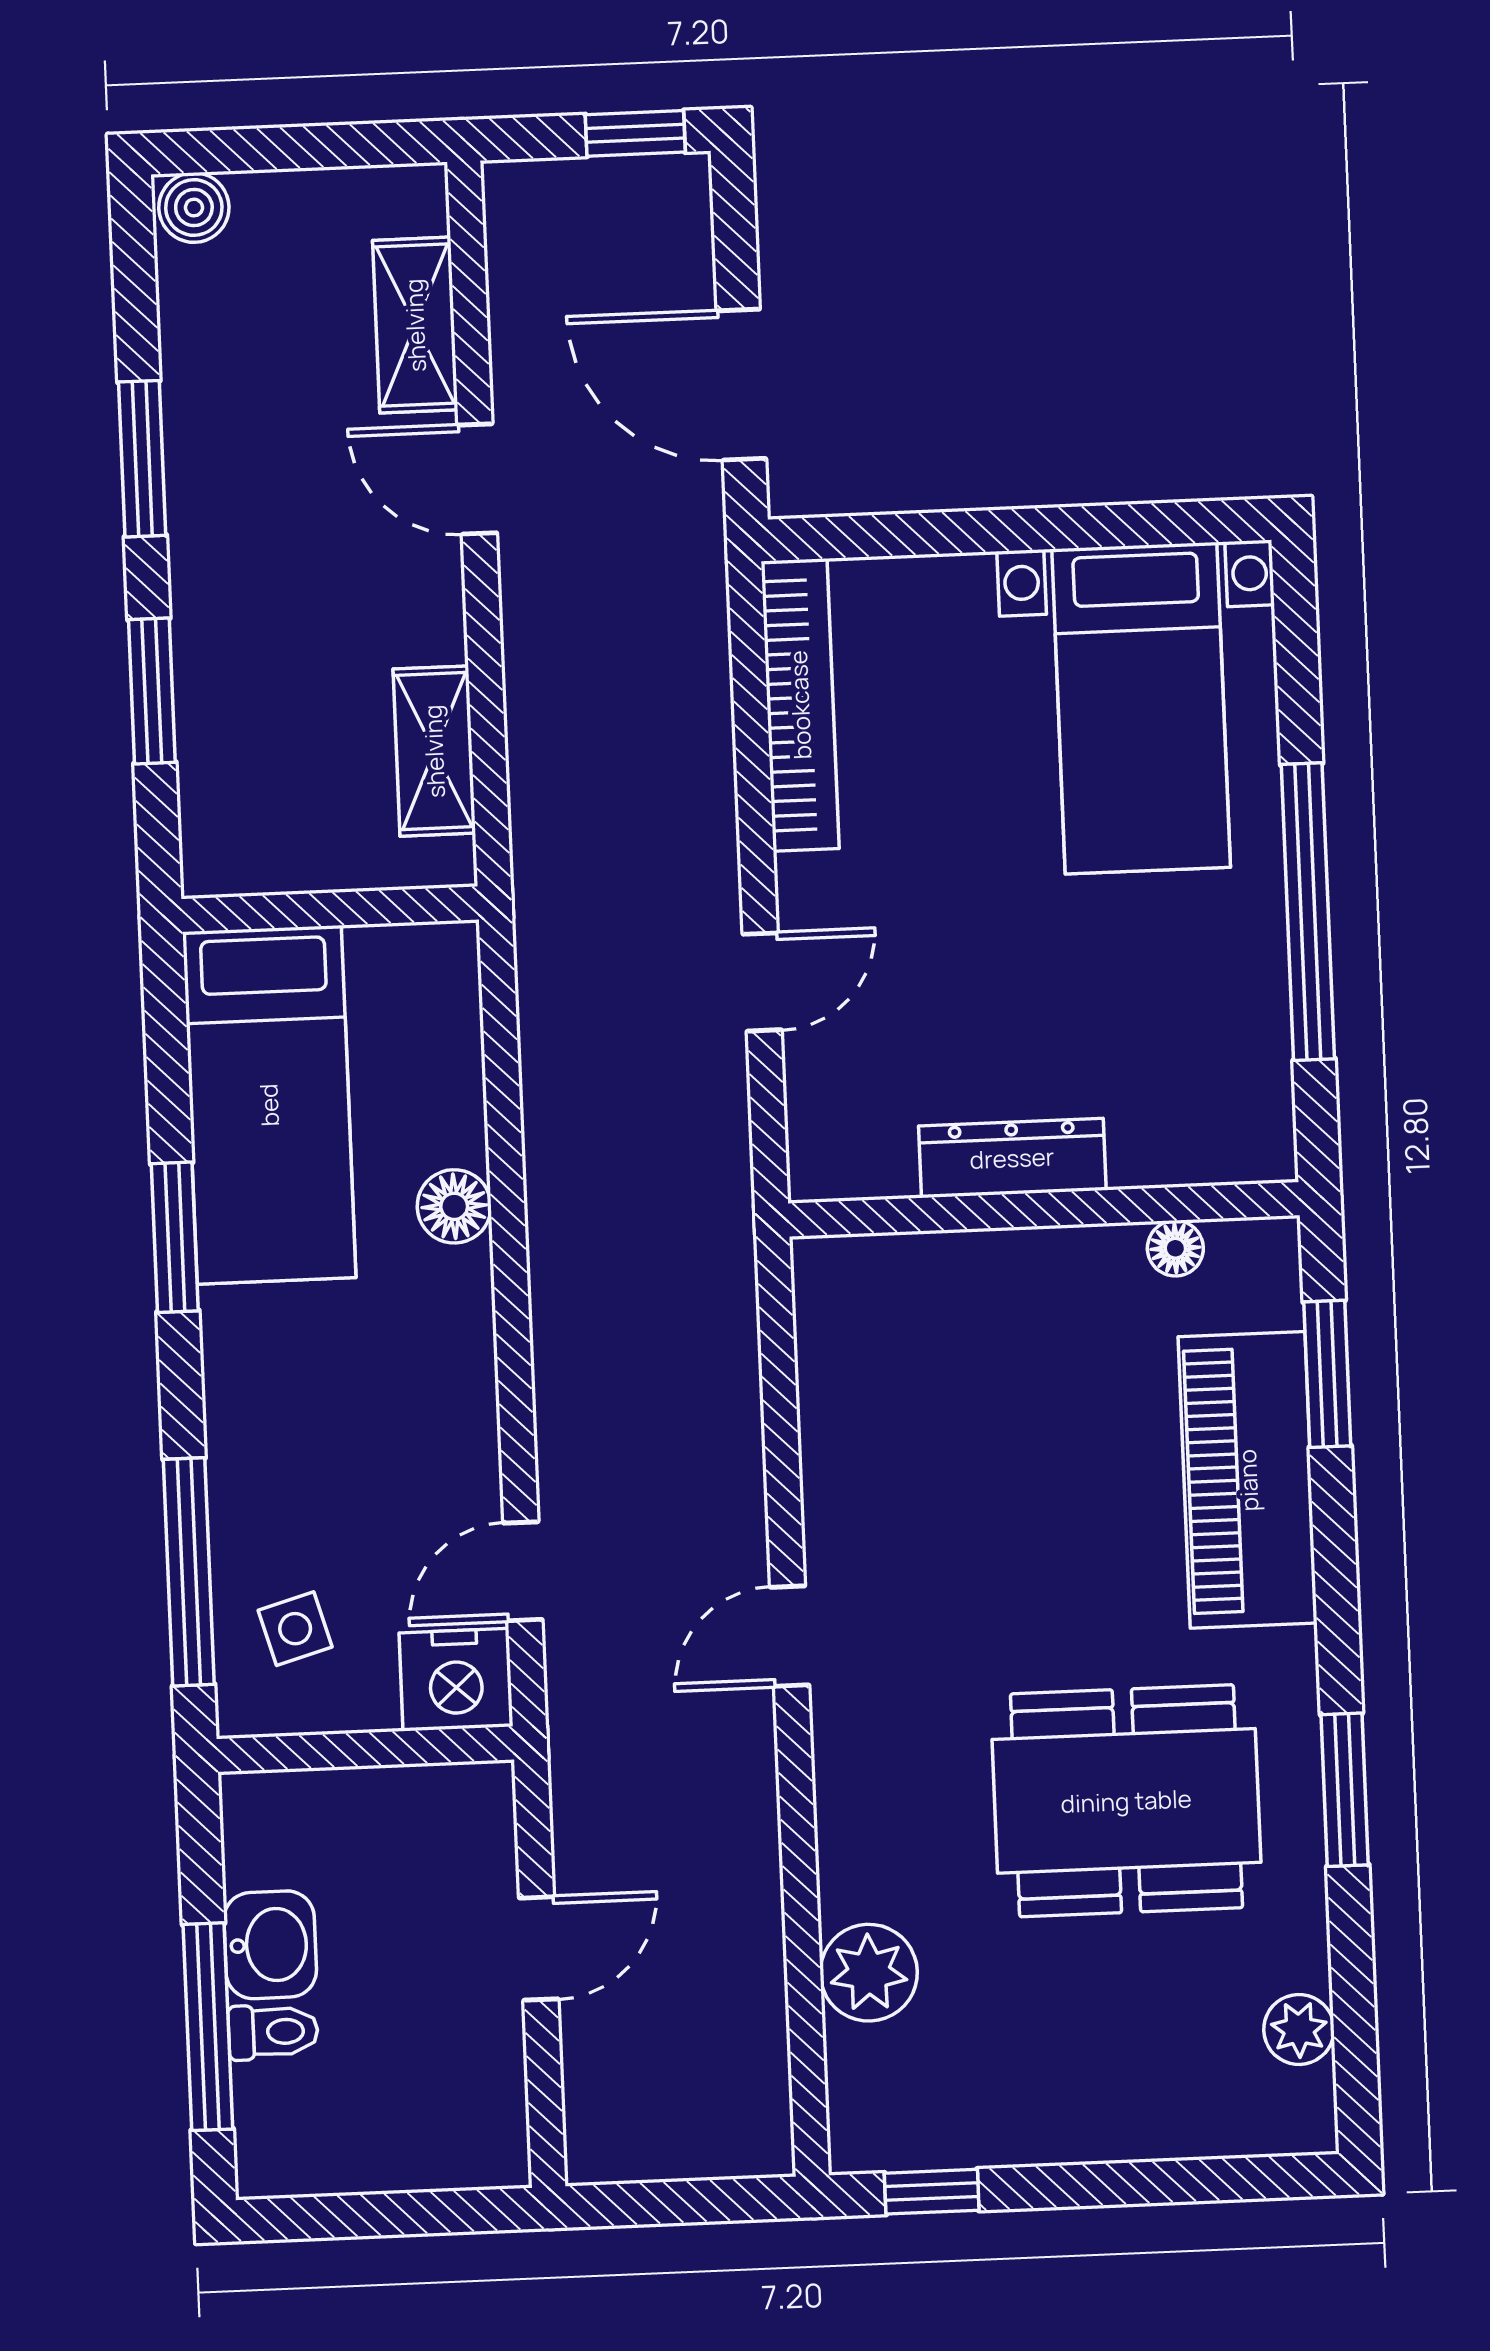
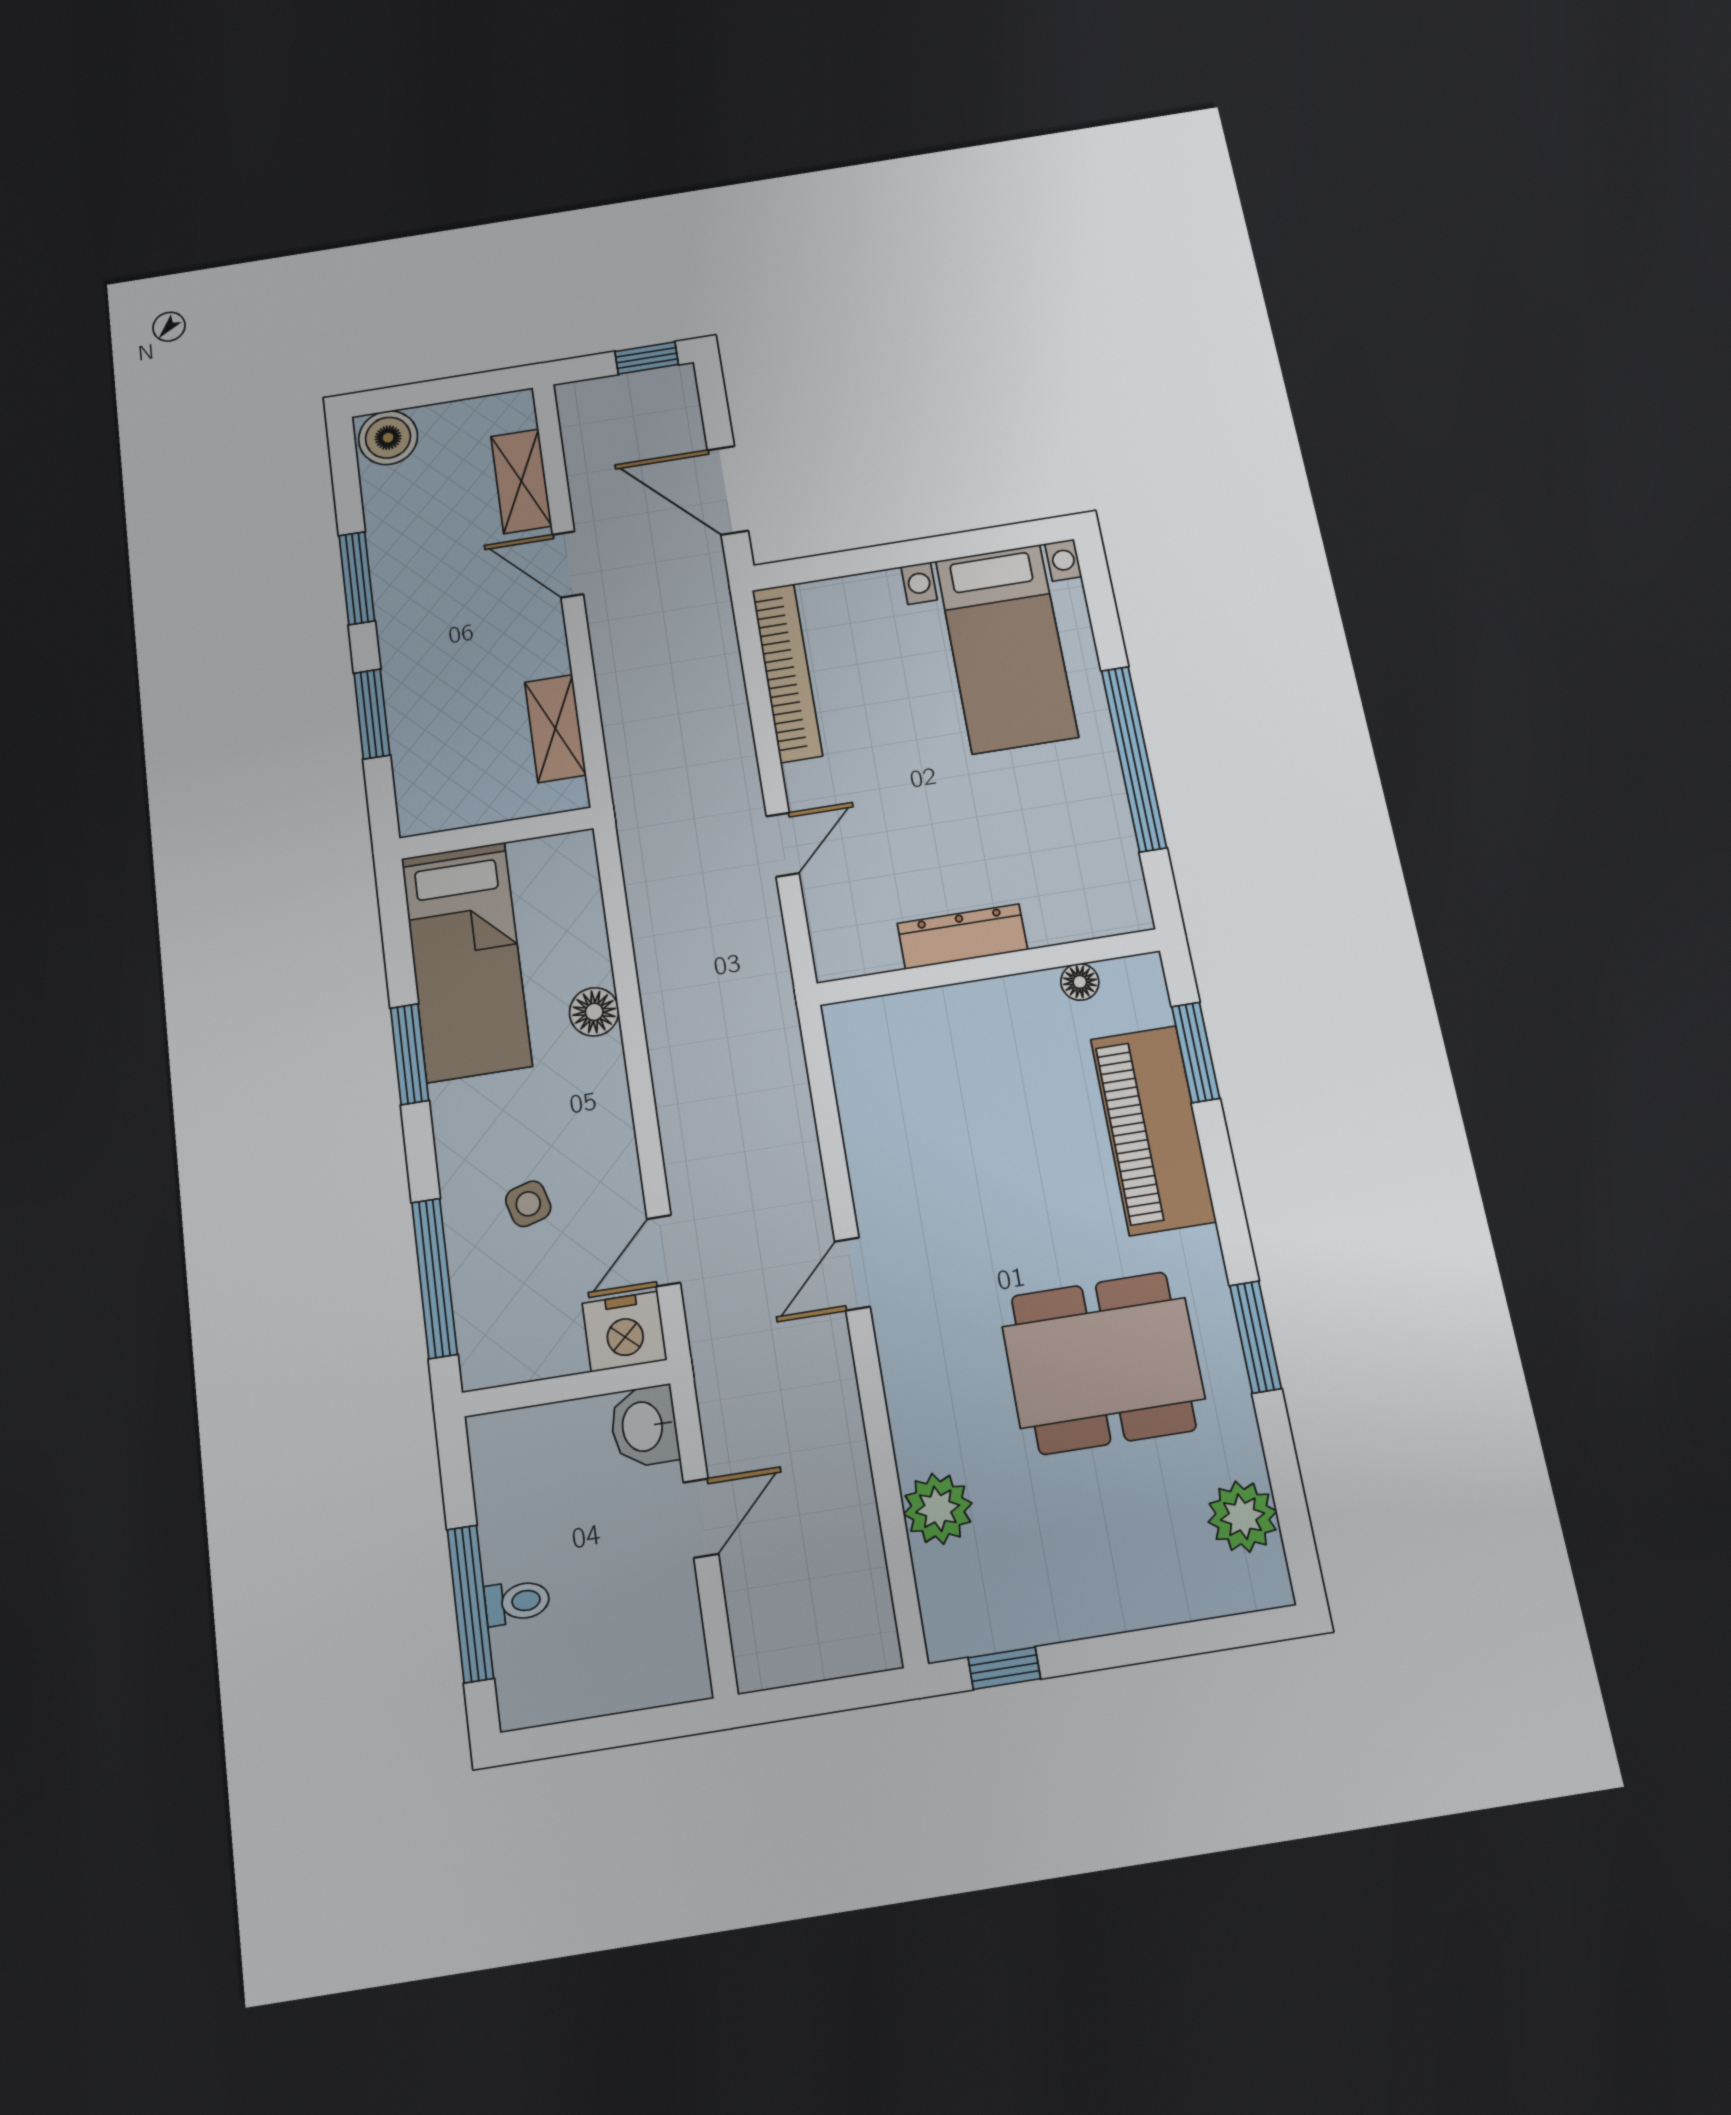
boiler: (194, 208) -> (388, 438), width x1.36, depth x1.36
side table: (295, 1629) -> (528, 1204), moved
washbasin: (270, 1945) -> (644, 1426), moved, turned 180
plant: (1299, 2029) -> (1243, 1517), width x1.38, depth x1.38

